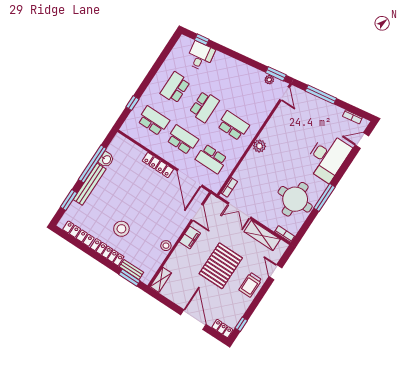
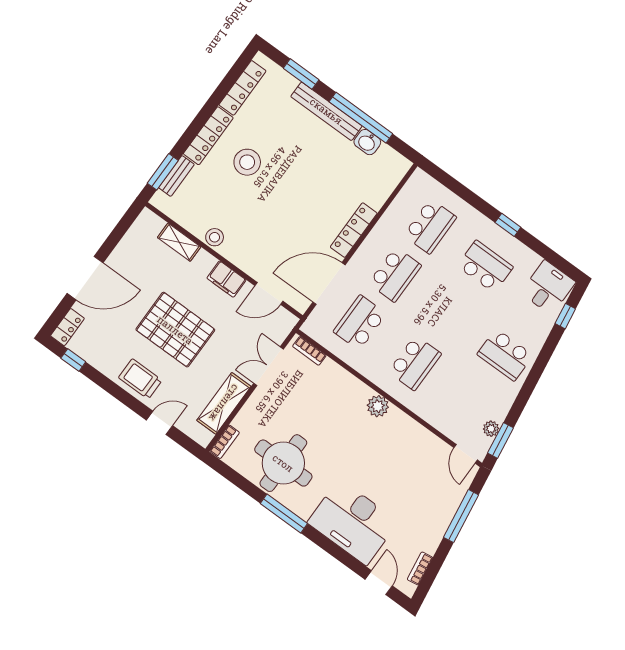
desk: (200, 56) -> (548, 287), moved, turned -81
door: (285, 94) -> (466, 454), hinge flipped
window: (132, 103) -> (508, 225), moved
school desk: (204, 107) -> (505, 355), moved
shelving: (161, 280) -> (179, 242), moved

